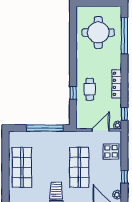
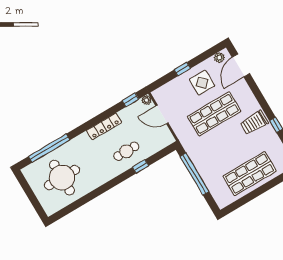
display table: (111, 151) -> (202, 83), moved
window: (124, 177) -> (182, 69), moved

